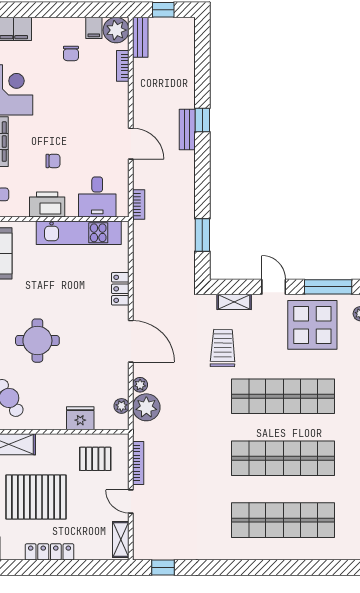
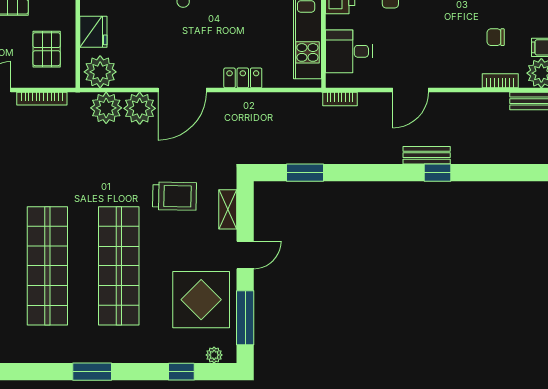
chair: (71, 53) -> (496, 37), moved
plant: (140, 385) -> (140, 108), width x1.88, depth x1.88
plant: (121, 406) -> (100, 72), width x1.88, depth x1.88

